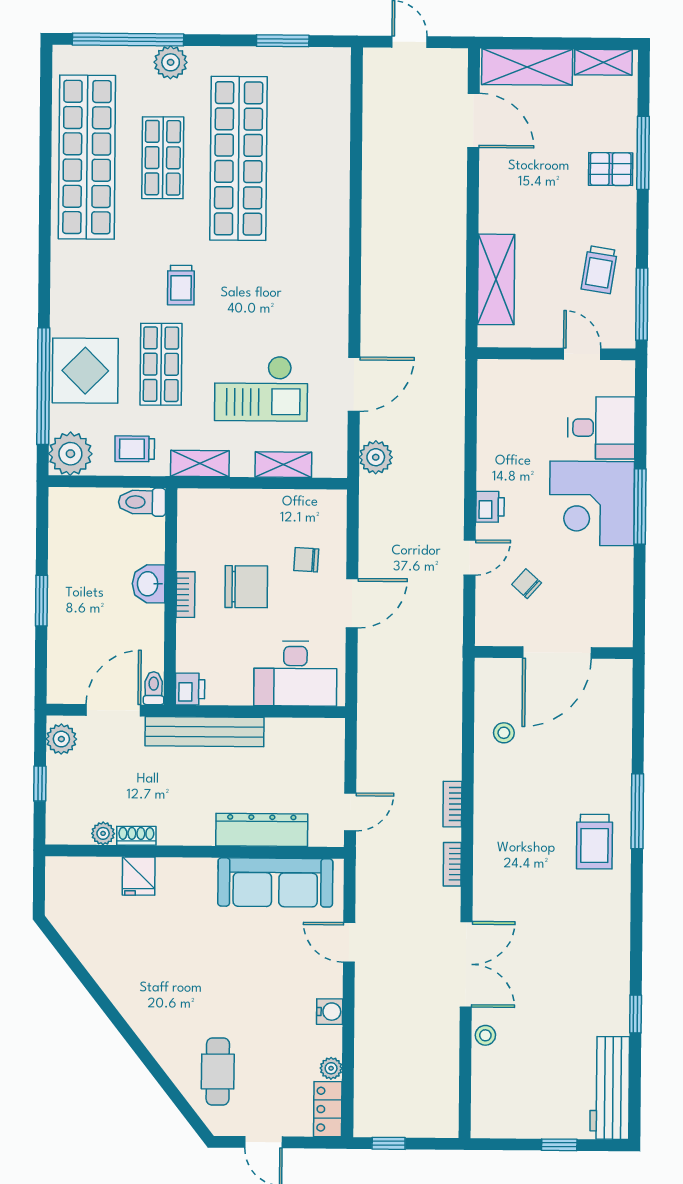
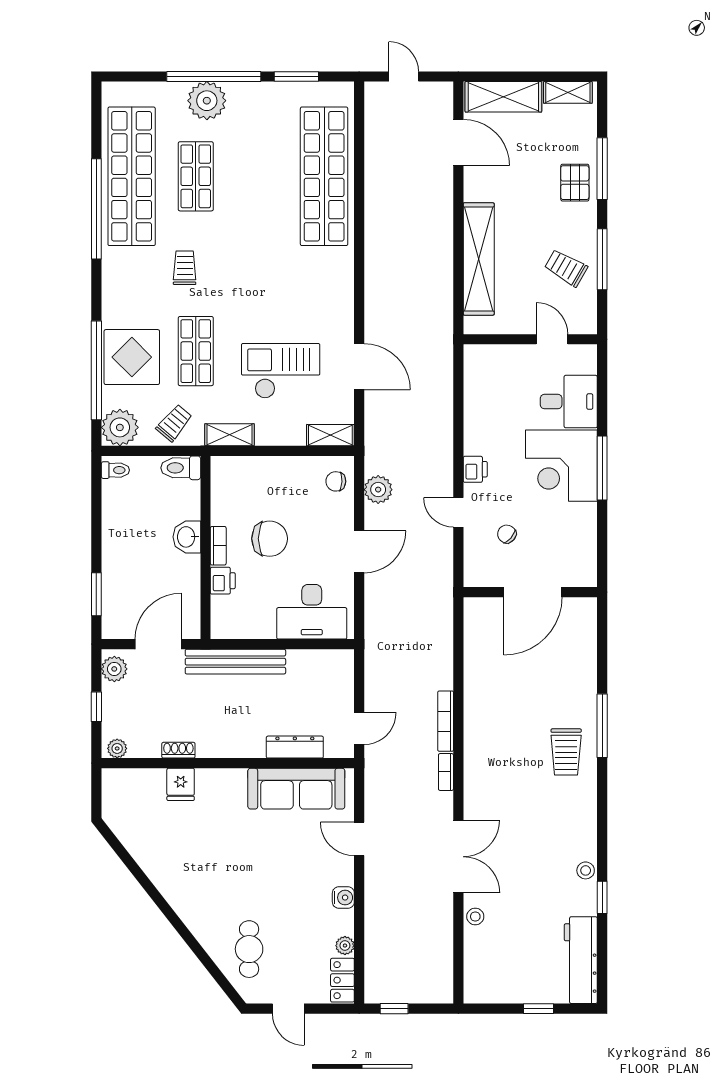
window: (128, 39) -> (214, 77), moved
plant: (171, 62) -> (207, 101), width x1.36, depth x1.36
shop shelf: (239, 158) -> (324, 176), moved
pallet: (611, 169) -> (575, 183), turned 90
window: (45, 195) -> (96, 209), added
trolley: (599, 270) -> (566, 268), turned 111
shelving: (496, 279) -> (479, 259), width x1.47
trolley: (181, 285) -> (185, 268), moved, turned 180
window: (642, 304) -> (602, 259), moved
door: (354, 384) -> (359, 367), hinge flipped
checkout: (261, 388) -> (281, 371), turned 180
trolley: (135, 449) -> (174, 423), turned 130
plant: (376, 457) -> (378, 490), moved
shelving: (283, 465) -> (330, 435), moved
door: (470, 558) -> (458, 512), swing flipped
chair: (306, 560) -> (336, 481), moved
window: (41, 601) -> (96, 594), moved
toilet: (154, 688) -> (115, 470), moved, turned 90
printer: (190, 689) -> (223, 581), moved
stool: (504, 733) -> (586, 870), moved
bookcase: (452, 804) -> (446, 721), width x1.56
dresser: (262, 830) -> (295, 747), width x0.73, depth x0.80
plant: (103, 833) -> (117, 748), moved

